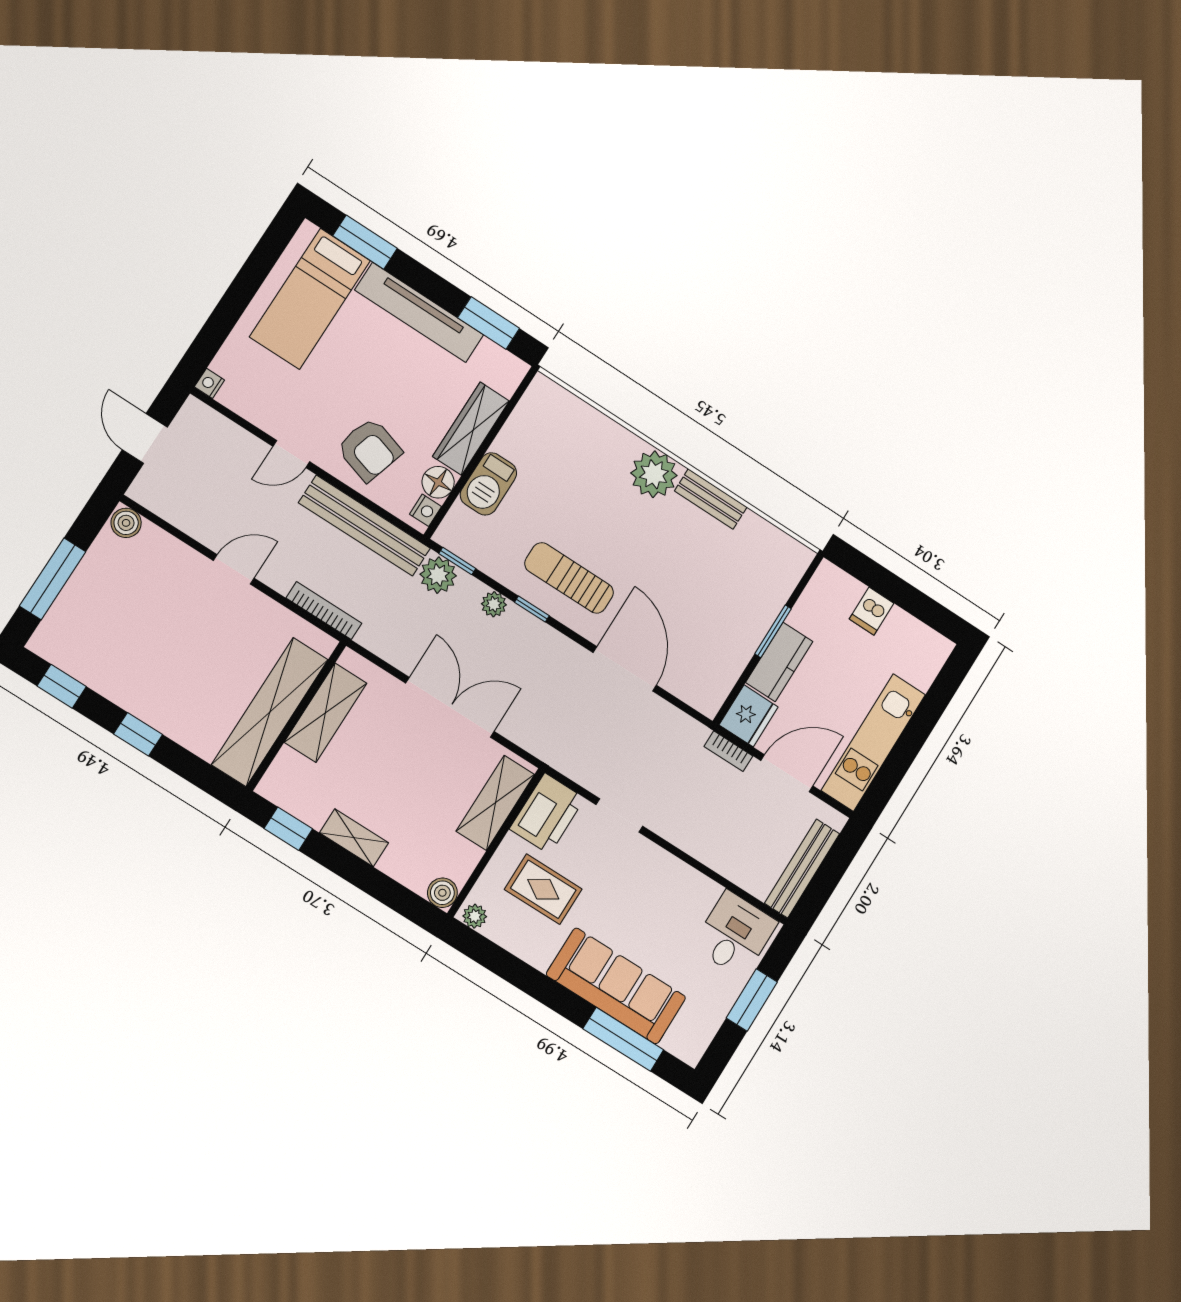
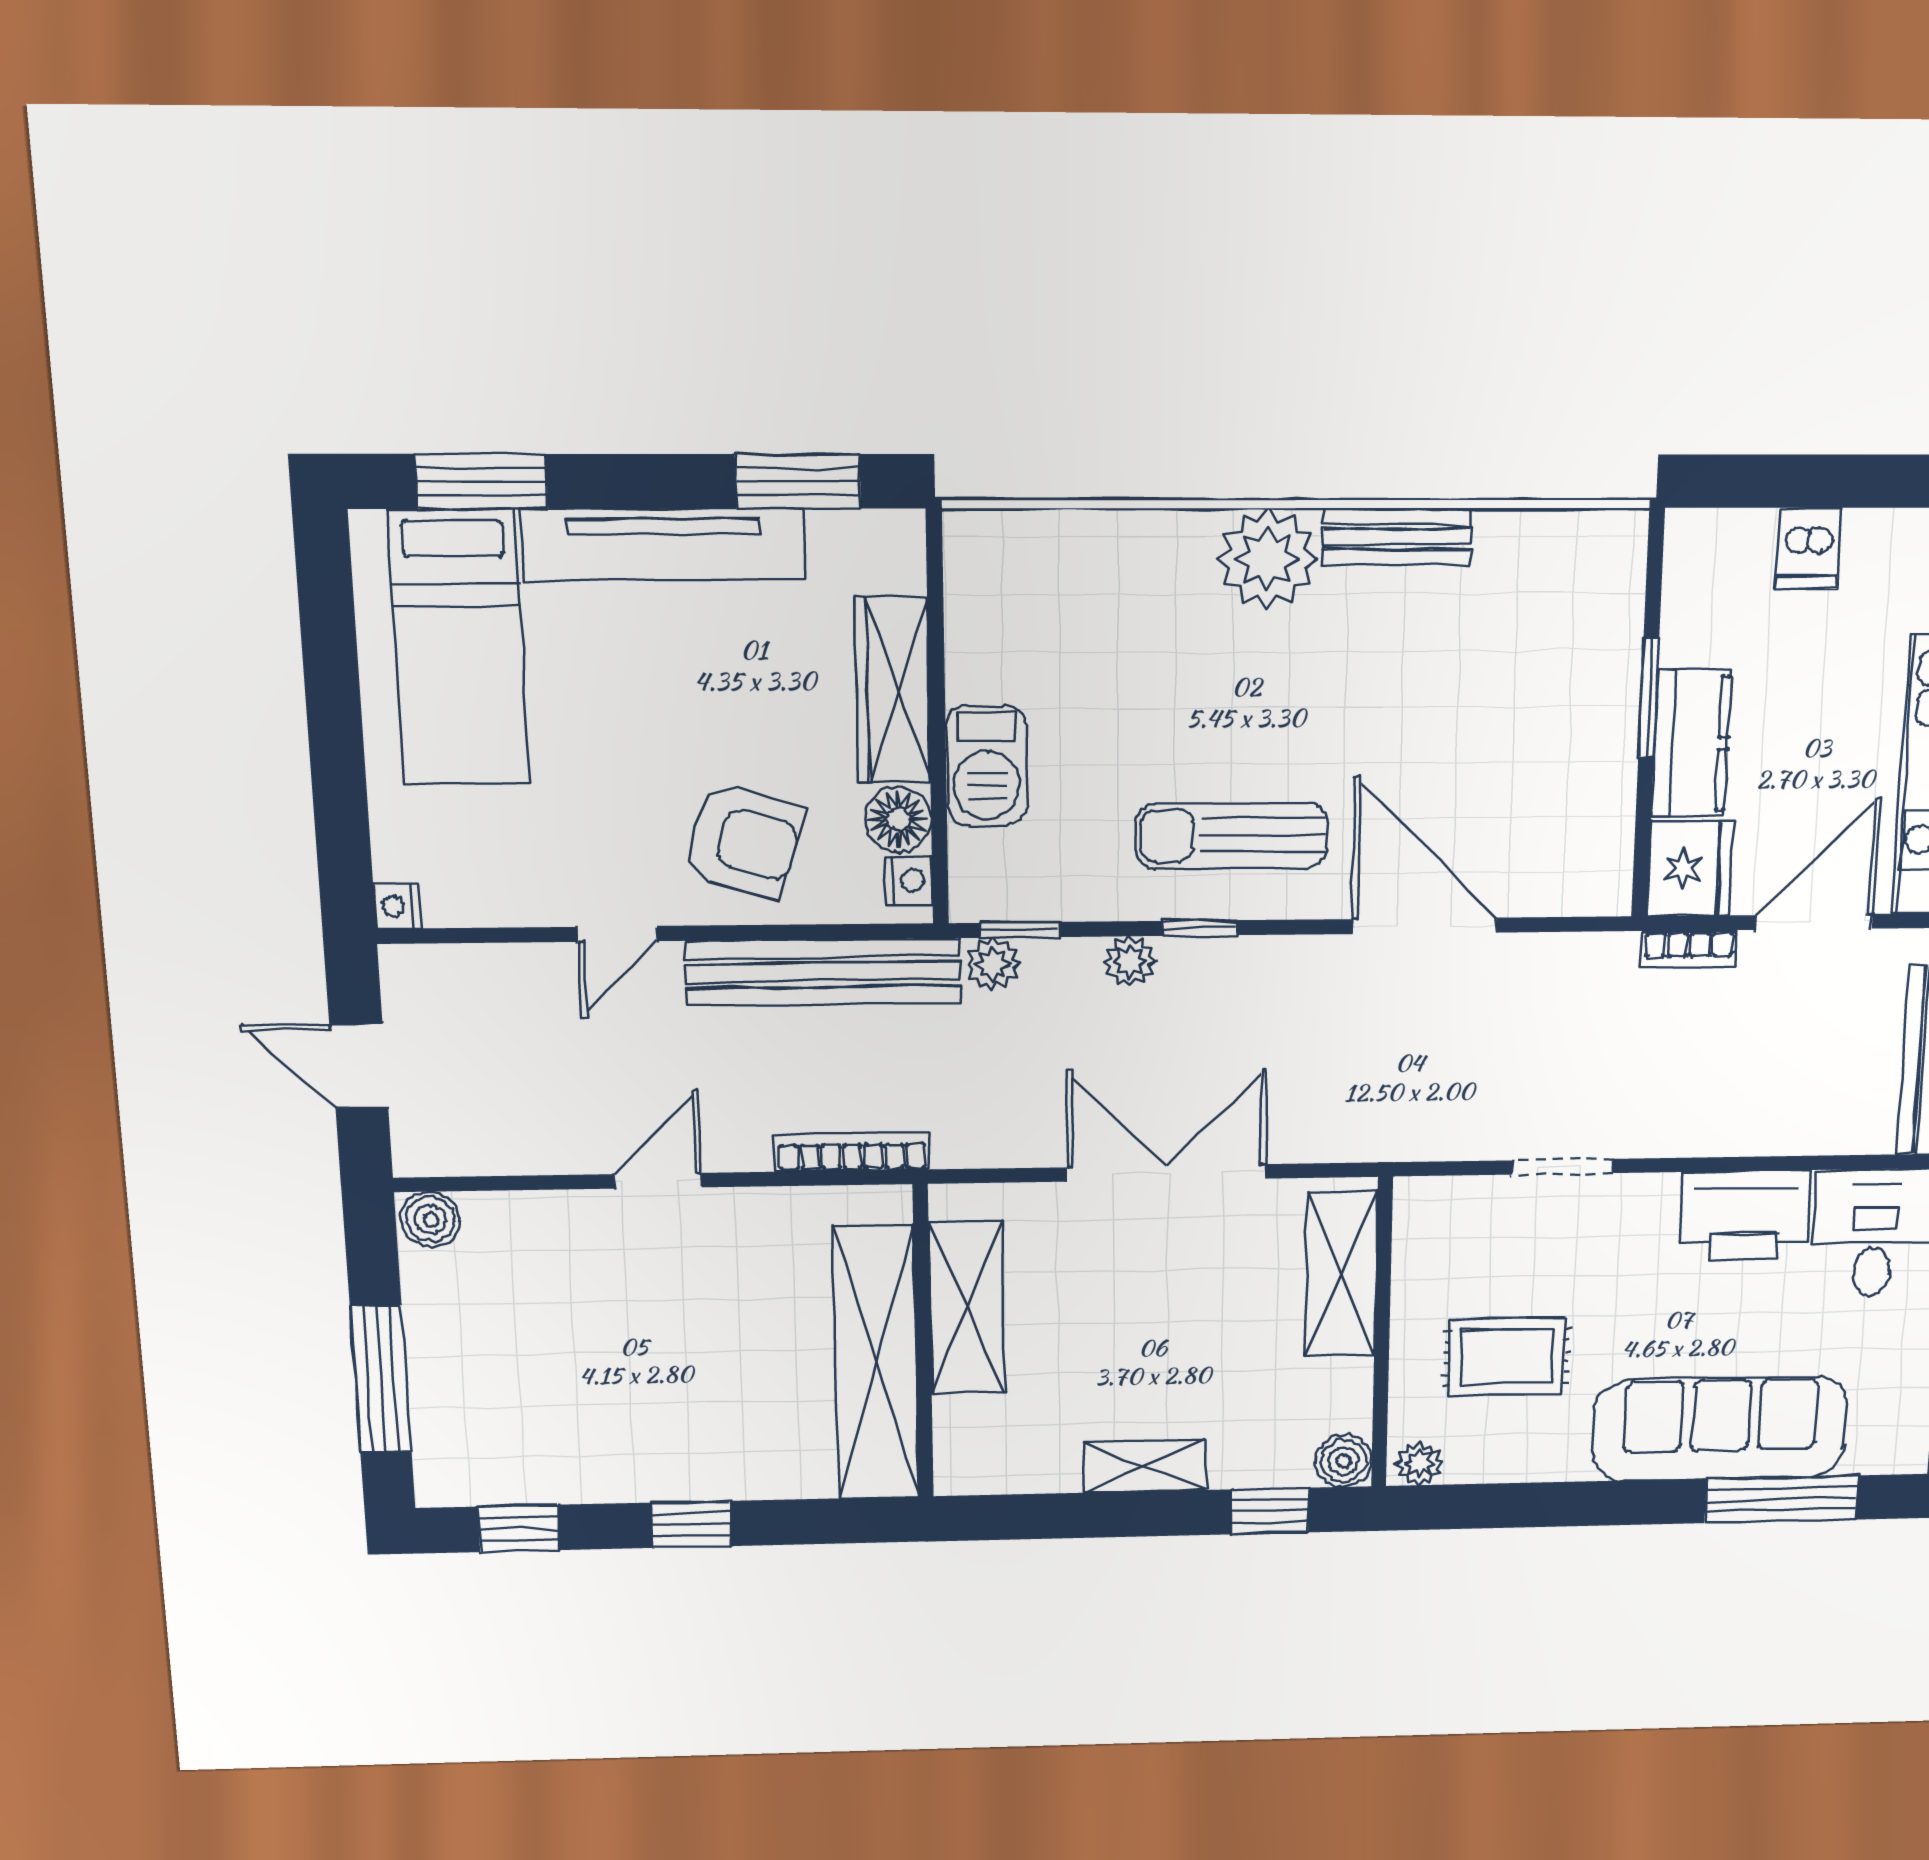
plant: (438, 575) -> (993, 964), width x0.73, depth x0.73
printer: (547, 814) -> (1745, 1215), moved, turned 90
window: (288, 829) -> (1270, 1511), moved

